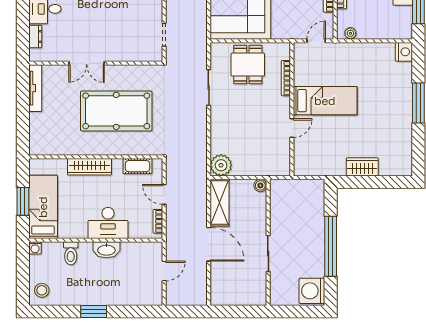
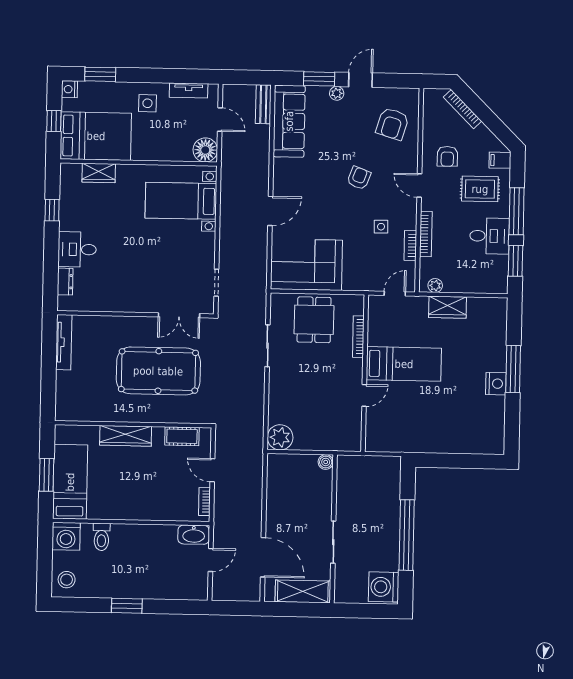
nightstand: (404, 52) -> (496, 384), moved
double door: (87, 63) -> (179, 315), moved
wardrobe: (362, 167) -> (448, 307), moved, turned 180
shelving: (220, 203) -> (303, 591), moved, turned 90
desk: (108, 223) -> (146, 502), removed
door: (209, 244) -> (263, 557), moved
washing machine: (35, 248) -> (66, 536), width x1.89, depth x1.89
washbasin: (106, 250) -> (194, 535), moved

